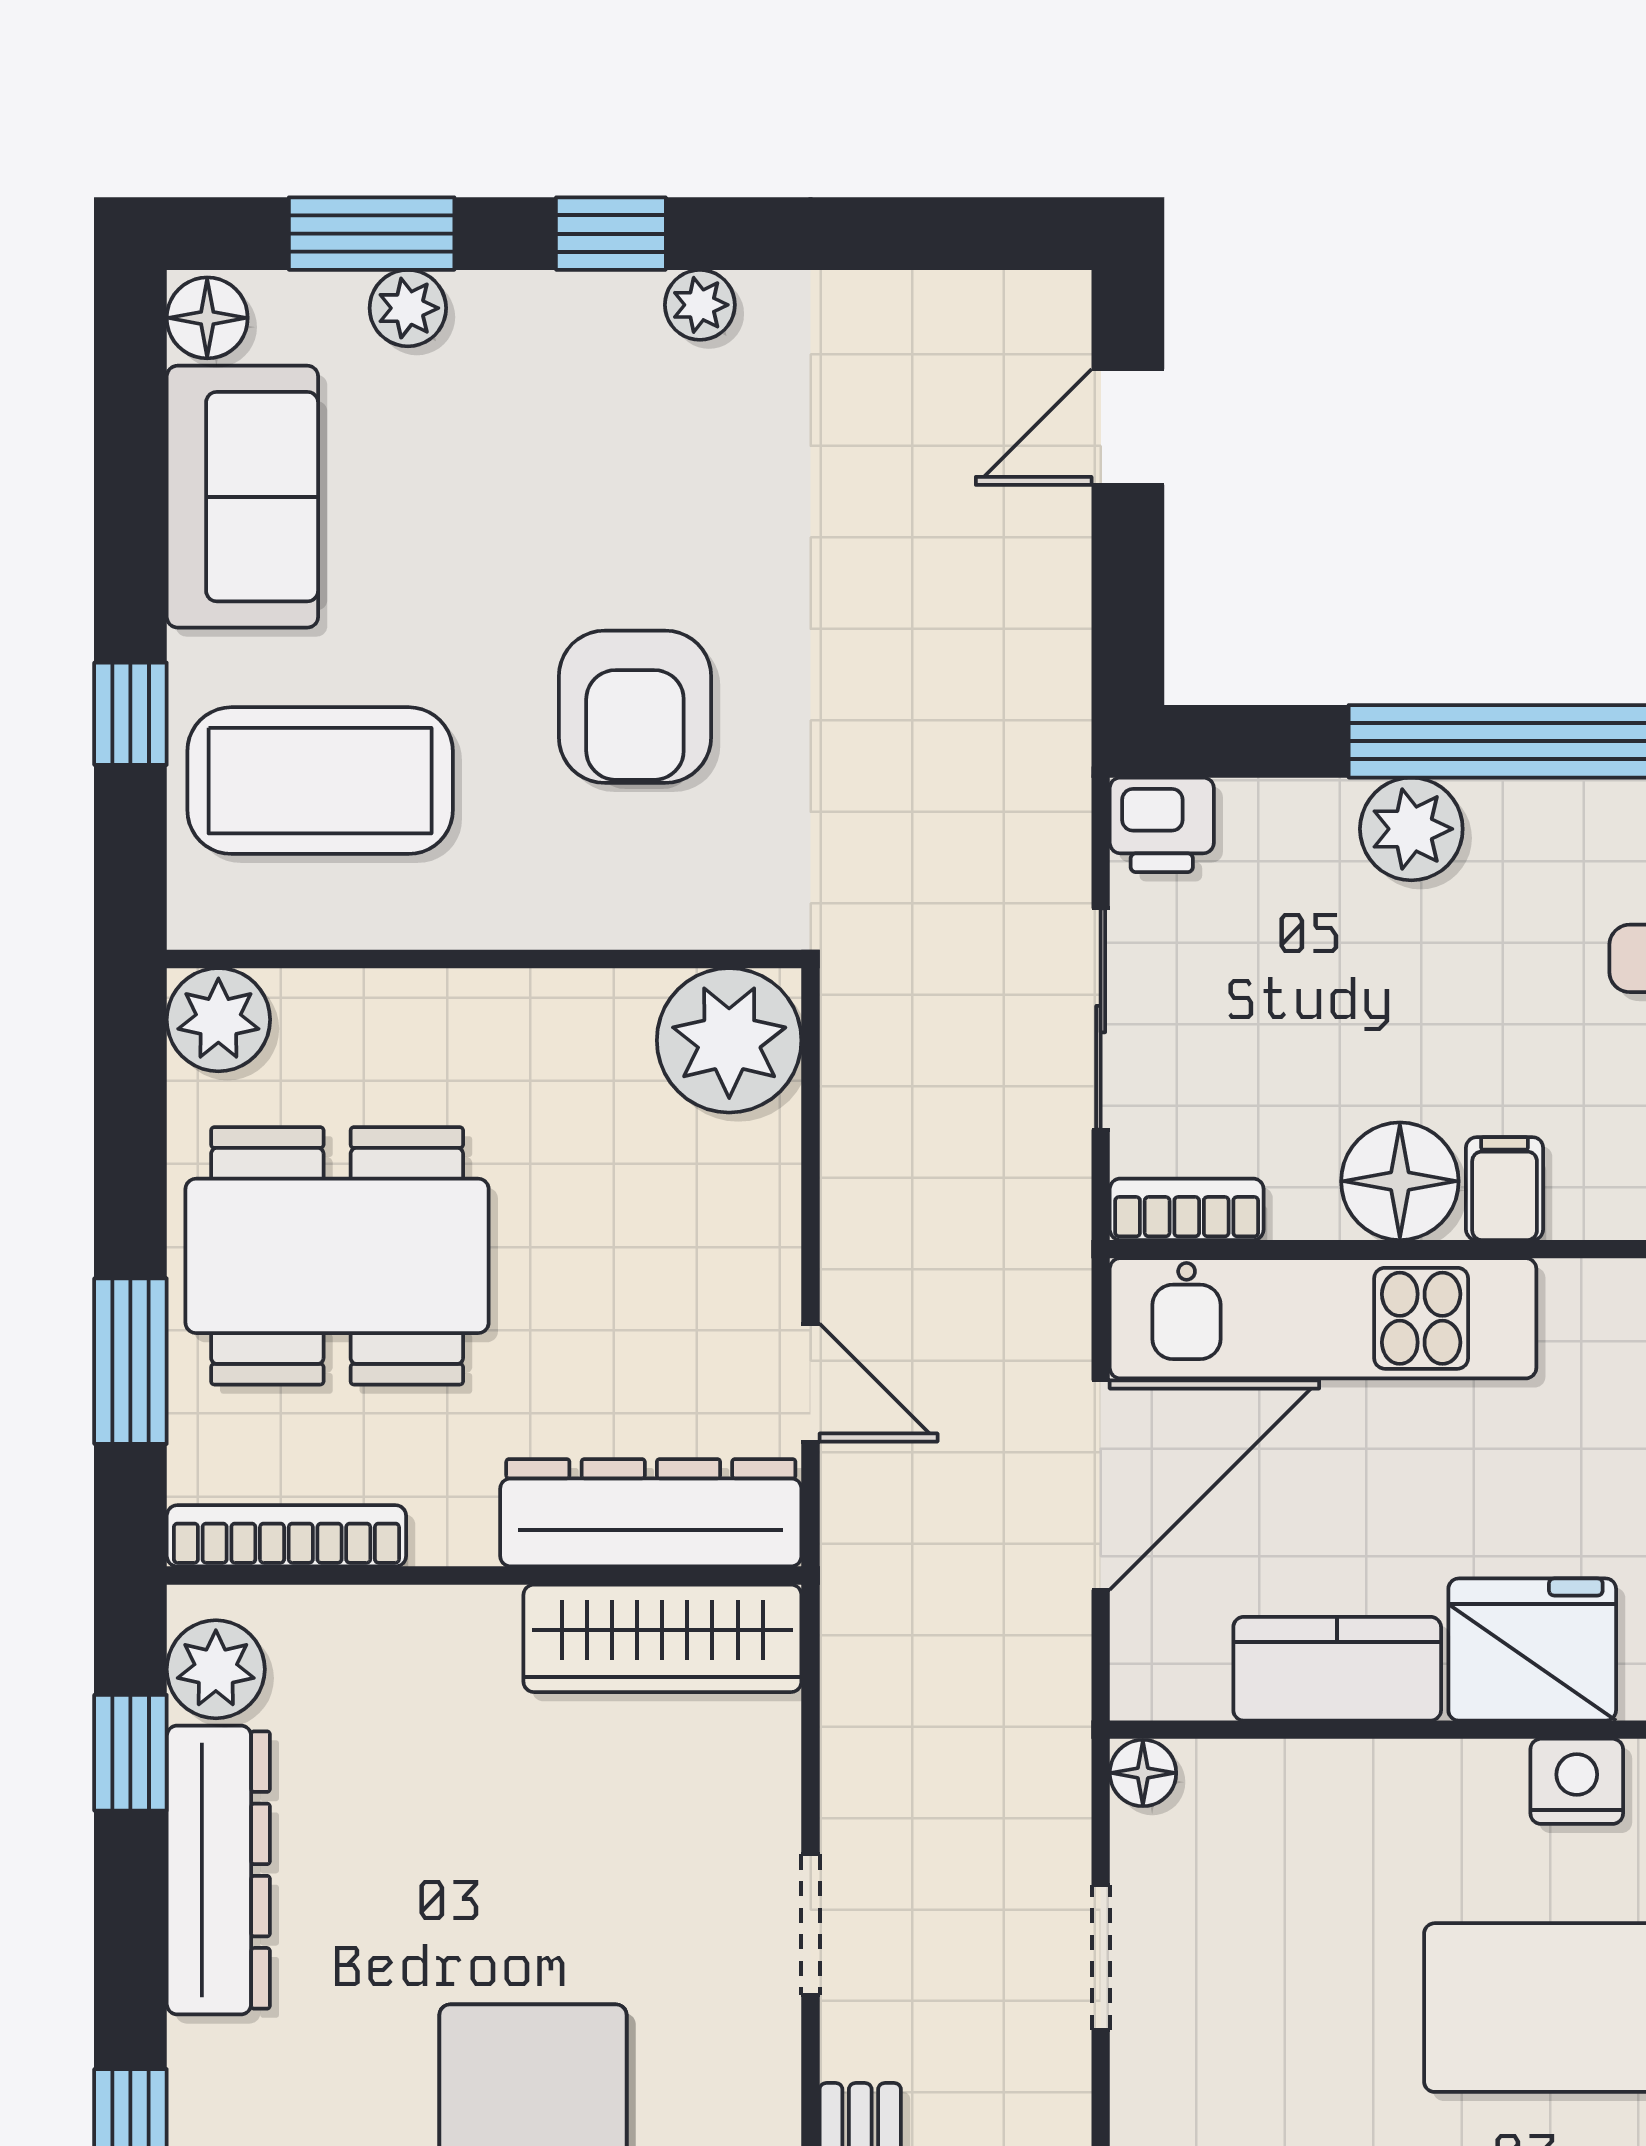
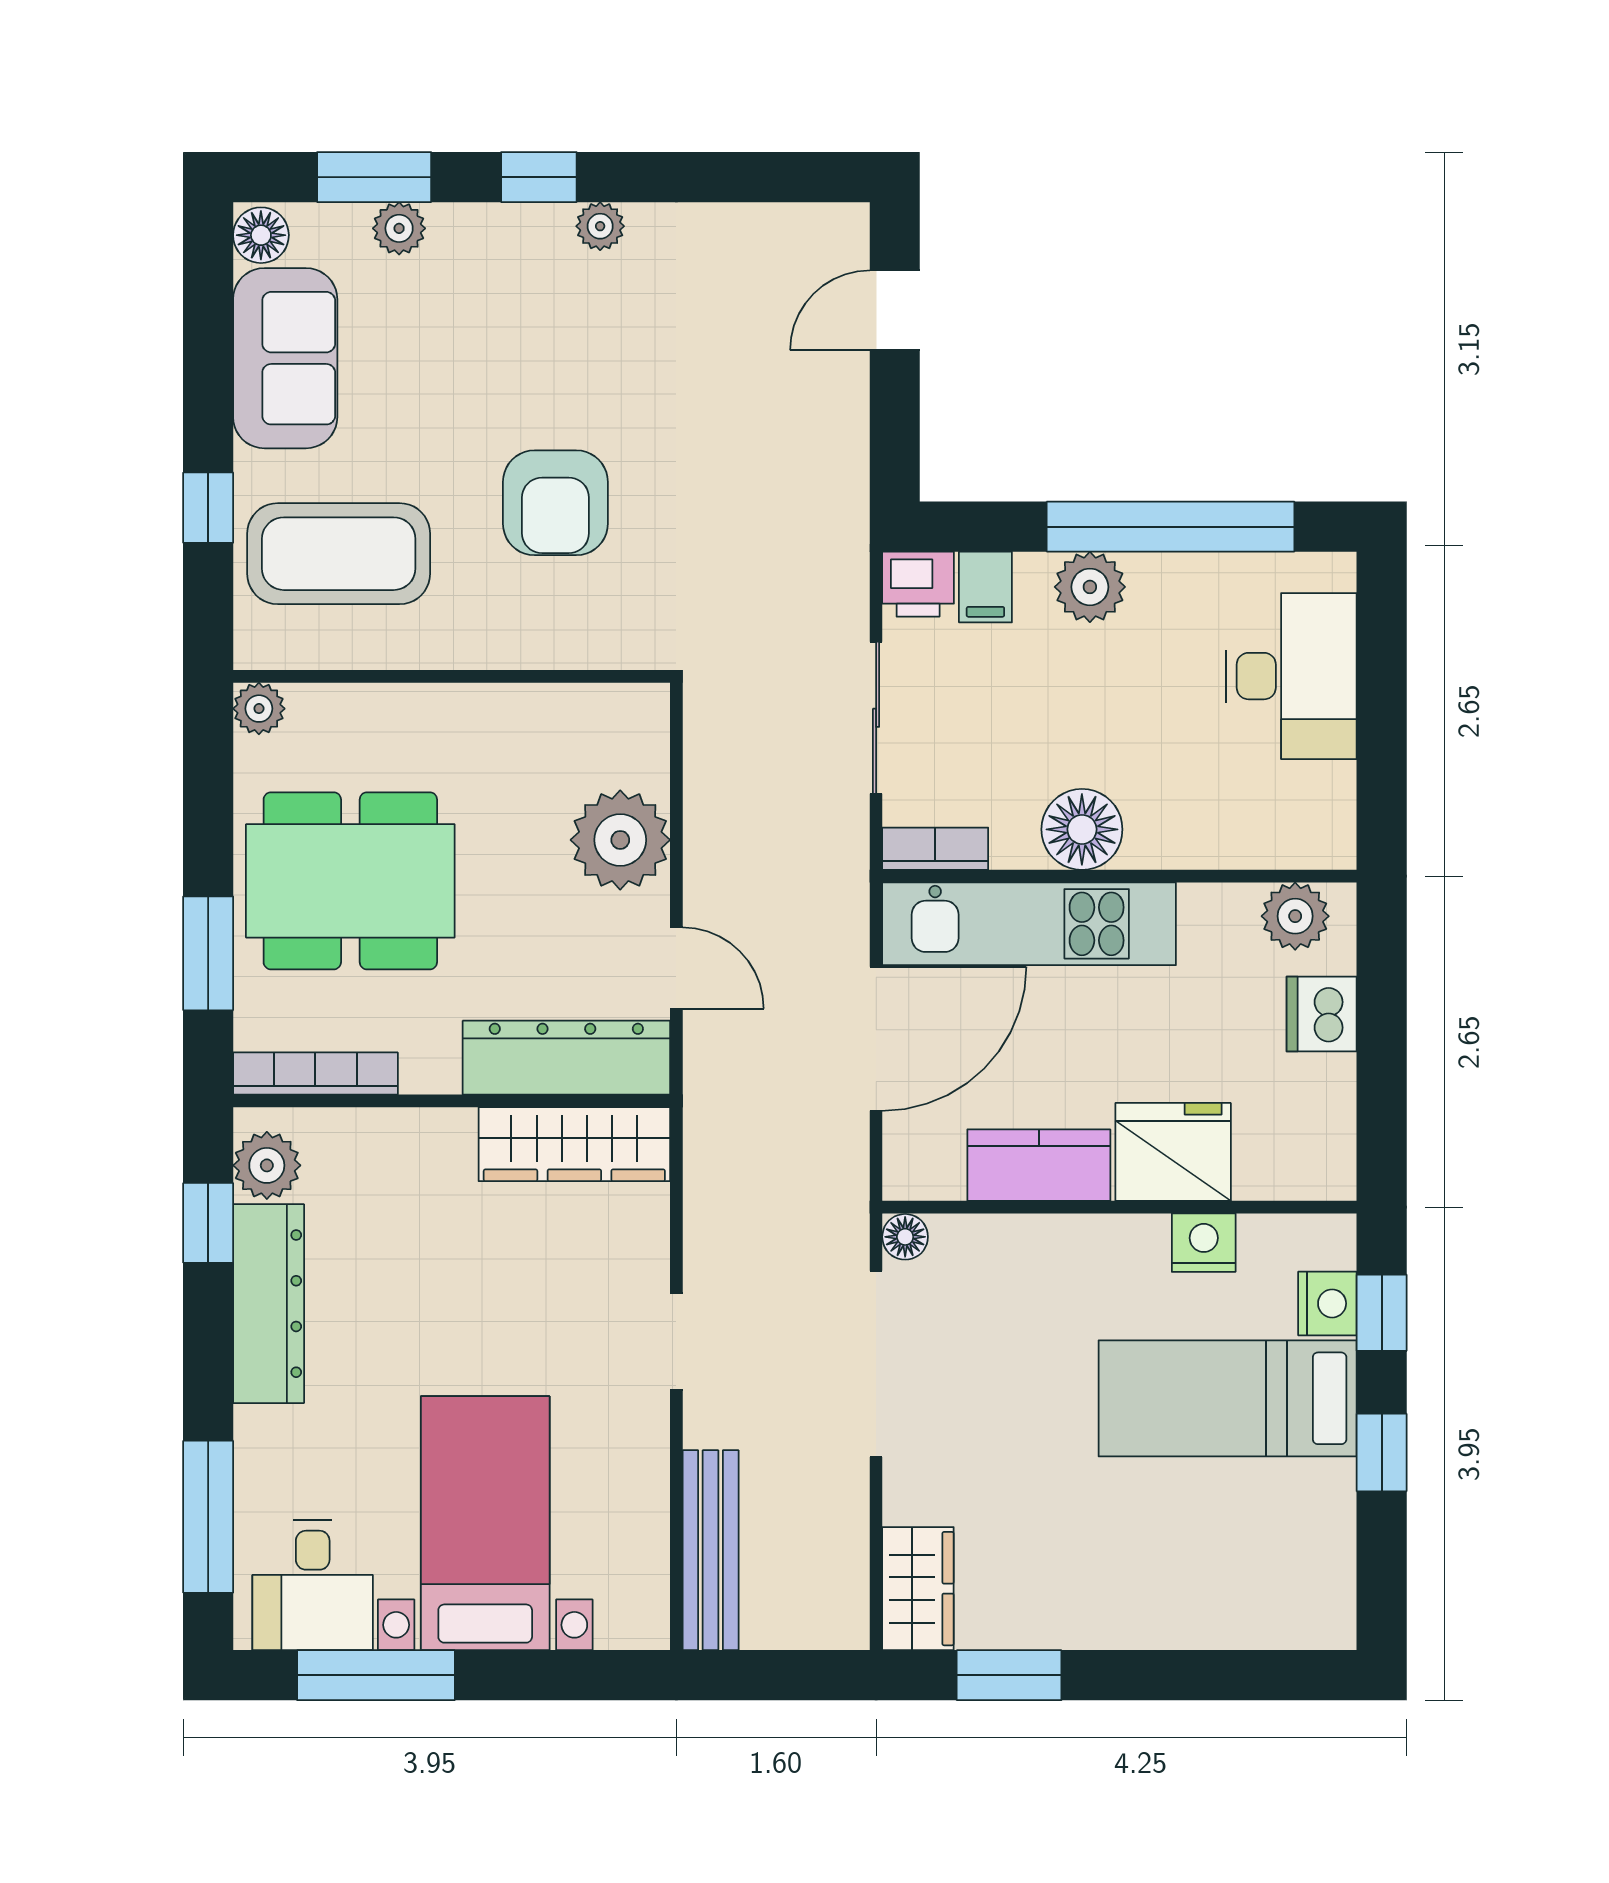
plant: (218, 1020) -> (259, 709), width x0.73, depth x0.73
plant: (729, 1040) -> (620, 840), moved
filing cabinet: (1505, 1189) -> (985, 587), moved, turned 180
doorway: (1101, 1958) -> (876, 1364), width x1.87

